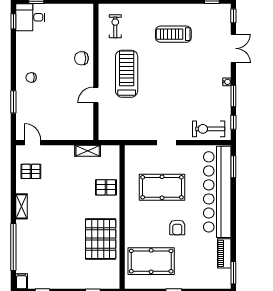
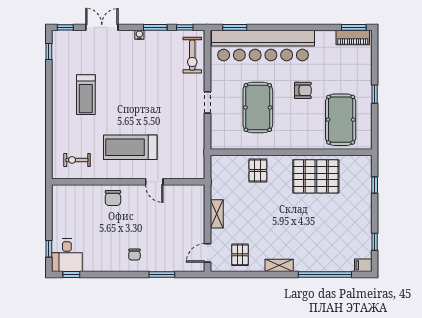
shelving: (88, 151) -> (217, 214), moved
piano: (224, 253) -> (353, 38), moved

